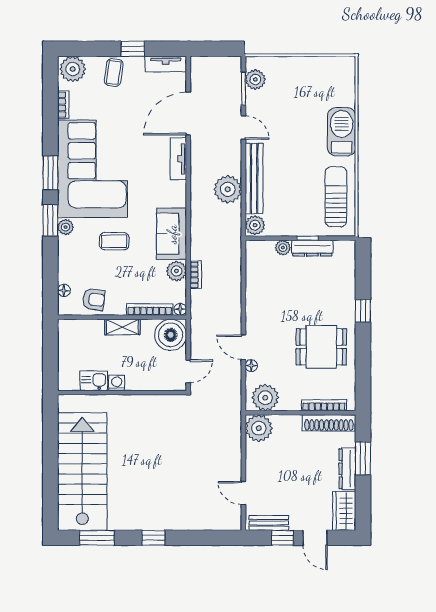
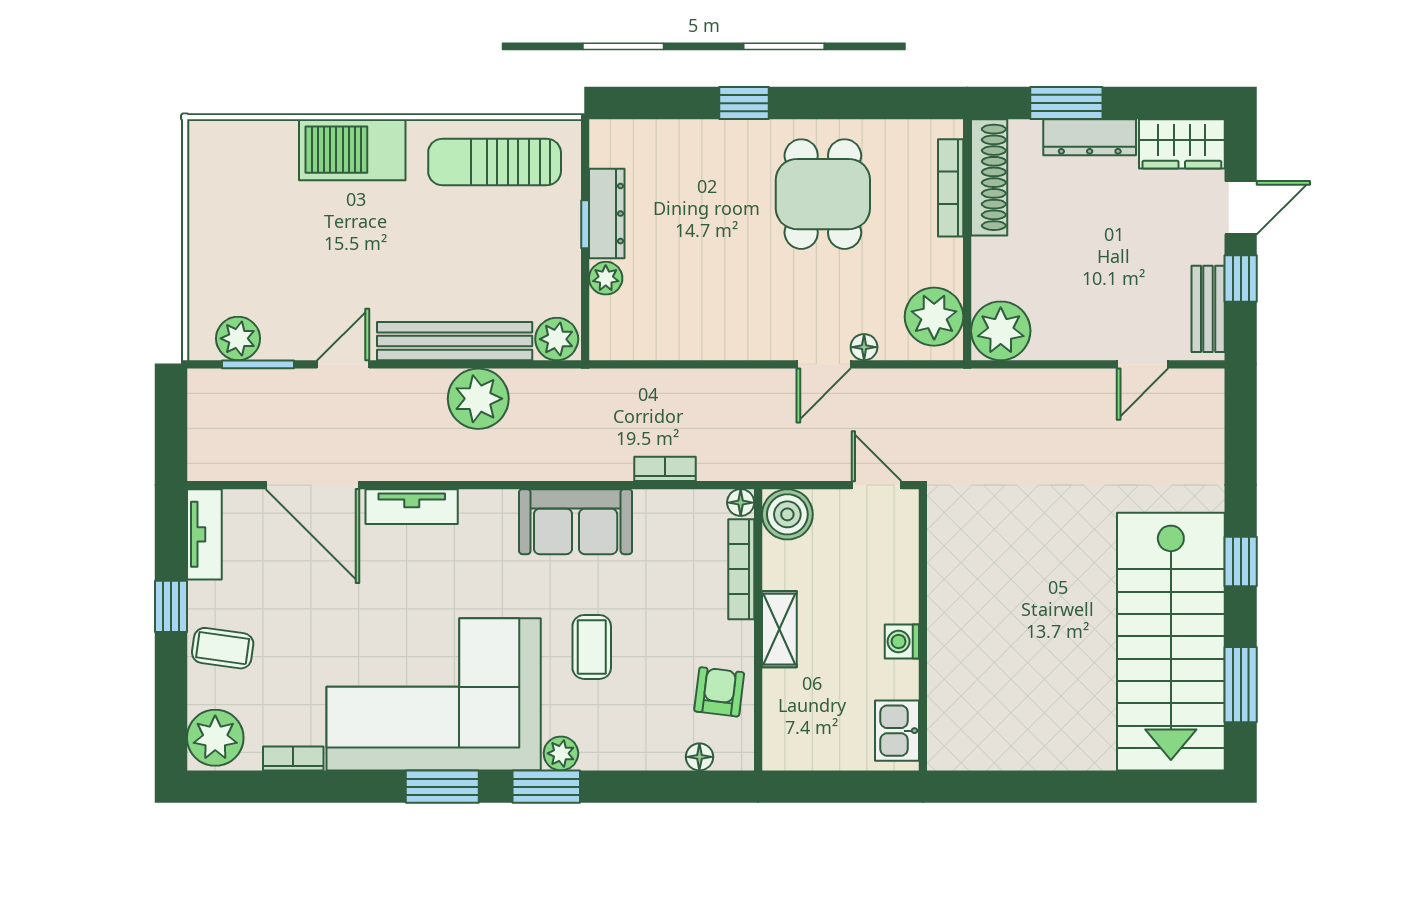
plant: (176, 271) -> (657, 511), removed
boiler: (171, 335) -> (787, 514), width x0.73, depth x0.73
kitchen sink: (94, 381) -> (897, 731), moved
stairs: (82, 472) -> (1171, 642), moved, turned -90

